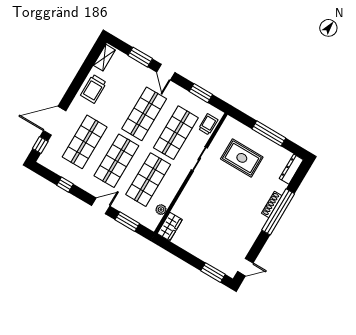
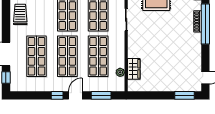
trolley: (94, 89) -> (20, 14), turned 180
window: (65, 185) -> (57, 95), moved
wardrobe: (170, 227) -> (134, 69), moved

